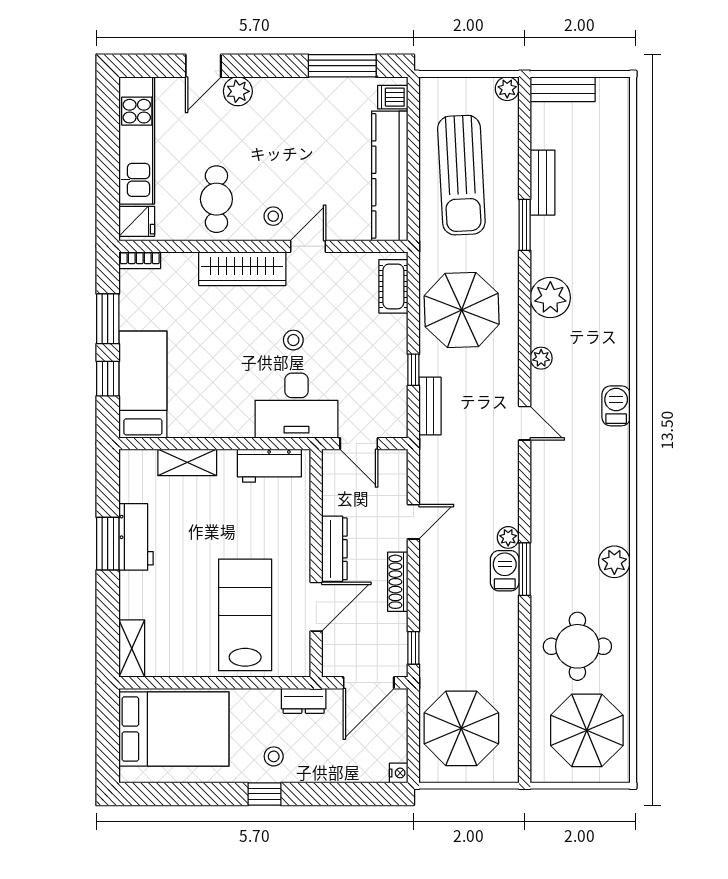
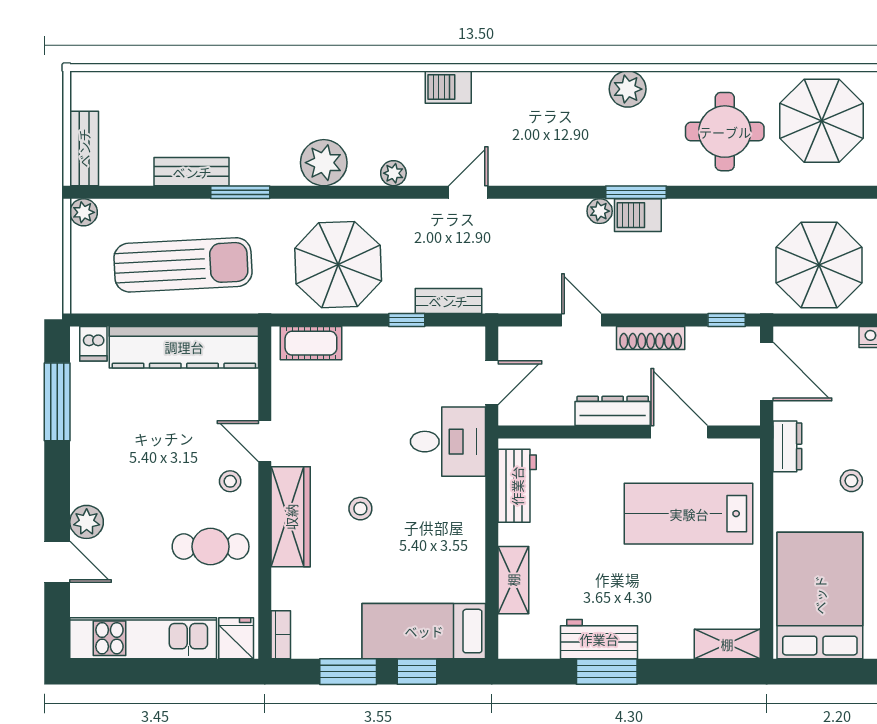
stool: (293, 340) -> (360, 509), moved
desk: (296, 406) -> (448, 442), width x0.73

